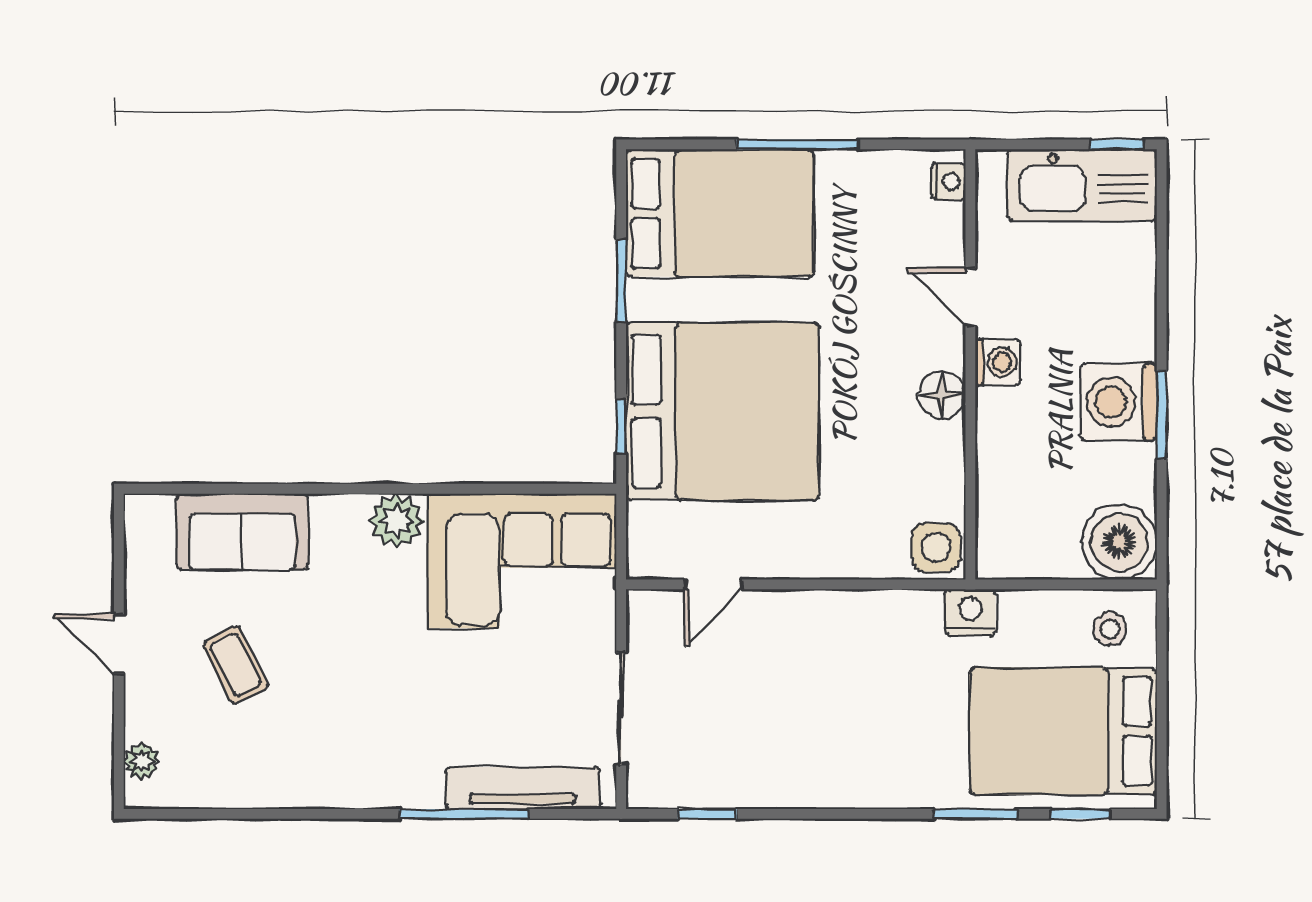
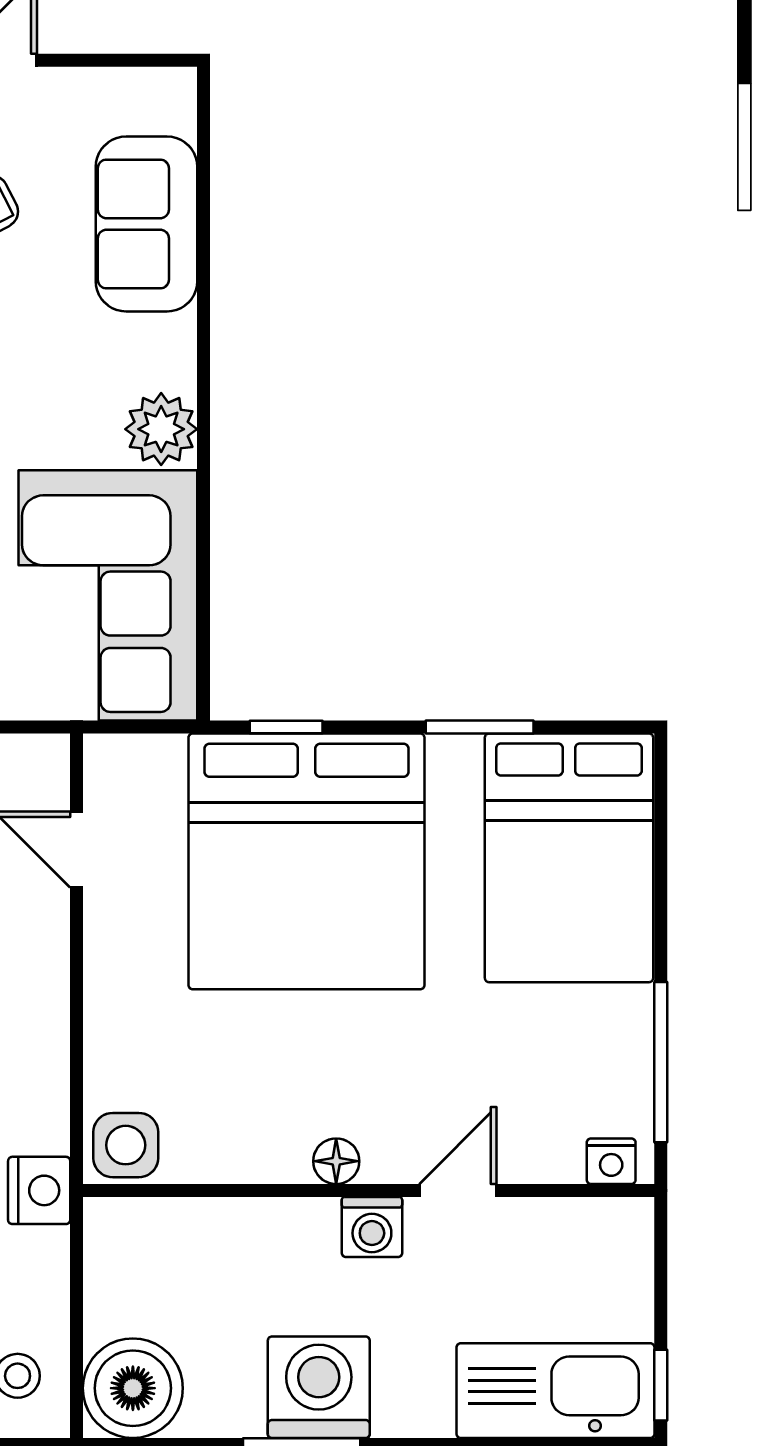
window: (797, 144) -> (661, 1062), moved
kitchen sink: (1082, 185) -> (555, 1391), moved, turned 90
floor lamp: (942, 395) -> (336, 1161), width x0.73, depth x0.73

